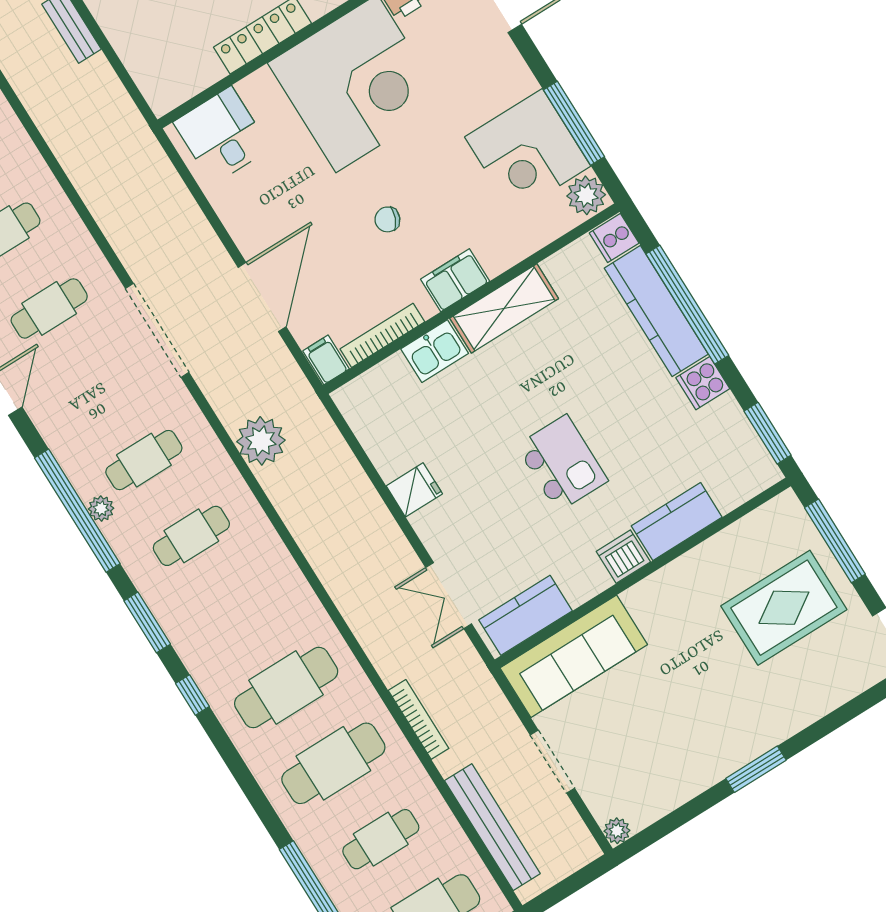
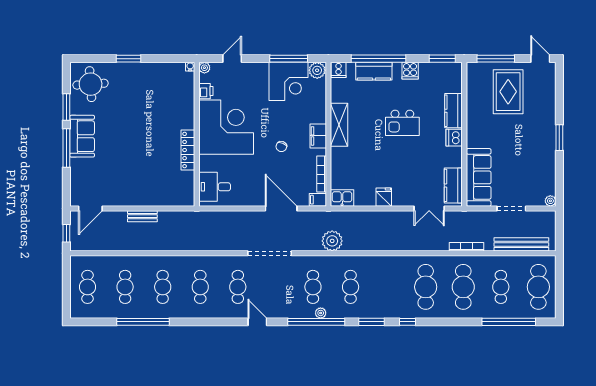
kitchen counter: (656, 311) -> (374, 71), width x0.67
kitchen sink: (435, 351) -> (342, 198), moved, turned -90
kitchen island: (562, 463) -> (402, 123), moved, turned 180

